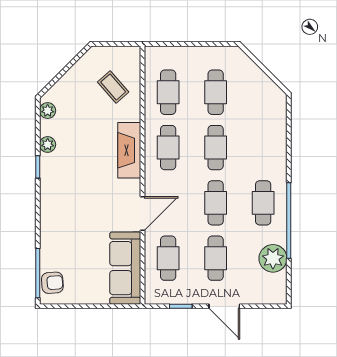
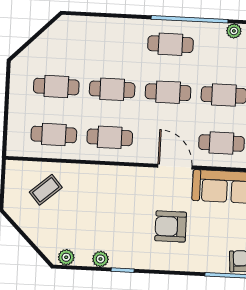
fireplace: (129, 150) -> (110, 177), removed
armchair: (83, 212) -> (171, 226), added
plant: (273, 258) -> (234, 31), width x0.53, depth x0.53

